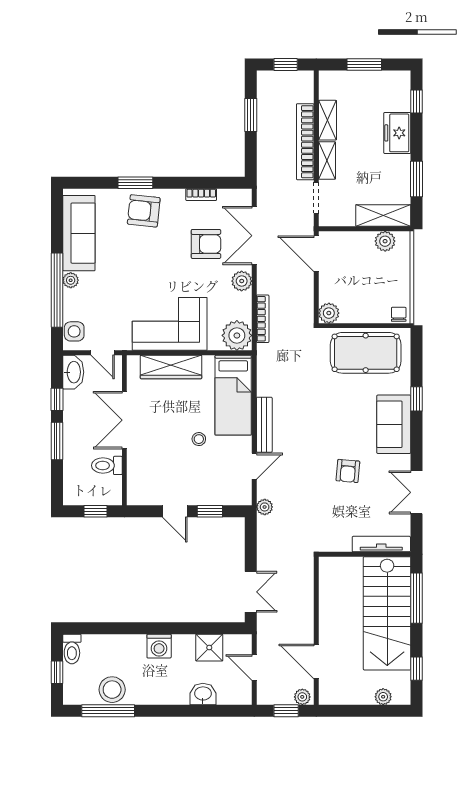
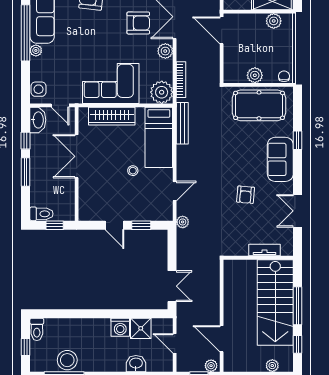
window: (57, 290) -> (26, 33), moved
plant: (329, 313) -> (255, 75), moved
bench: (264, 425) -> (182, 123), moved
toilet: (107, 465) -> (41, 214), moved, turned 180
tv unit: (381, 544) -> (264, 250), width x0.71
window: (417, 598) -> (298, 306), moved
washing machine: (159, 646) -> (120, 327), moved

